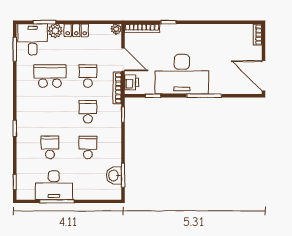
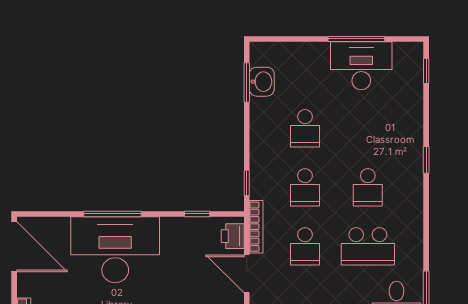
desk: (182, 74) -> (115, 250), moved
school desk: (50, 147) -> (368, 187), moved

